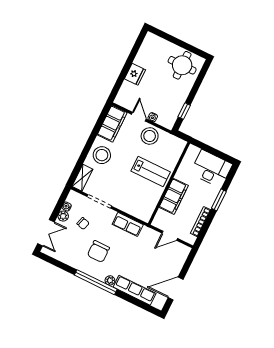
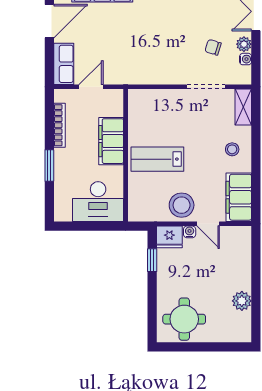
plant: (141, 59) -> (242, 301), added
fridge: (135, 74) -> (169, 237), moved, turned -90
stool: (102, 155) -> (232, 149), width x0.53, depth x0.53
desk: (211, 169) -> (98, 202), moved
row of seats: (128, 224) -> (64, 64), moved, turned 90
chair: (98, 252) -> (175, 20), removed

